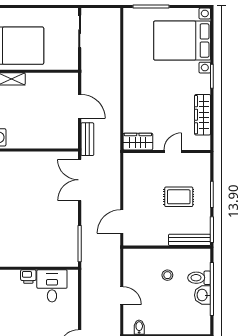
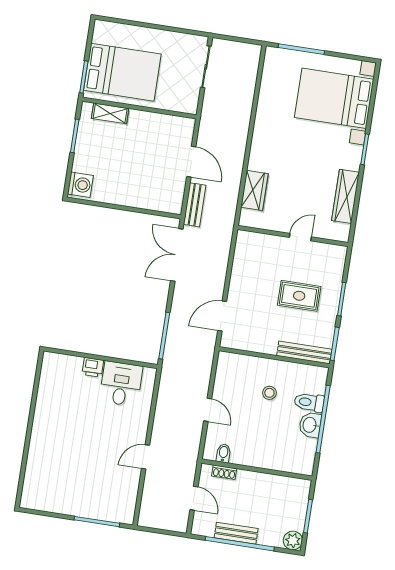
wardrobe: (138, 142) -> (254, 190), moved, turned 90

